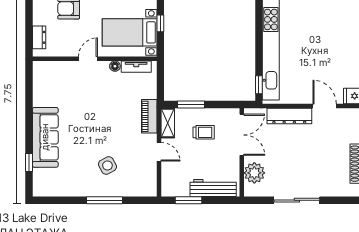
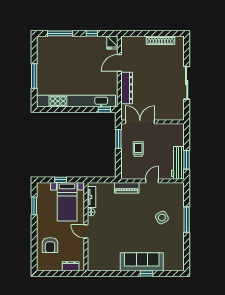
window: (191, 105) -> (118, 139), moved
shelving: (168, 123) -> (132, 175), removed
window: (29, 163) -> (146, 273), moved
plant: (254, 173) -> (167, 113), removed
workbench: (213, 188) -> (178, 163), moved

